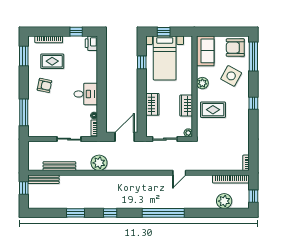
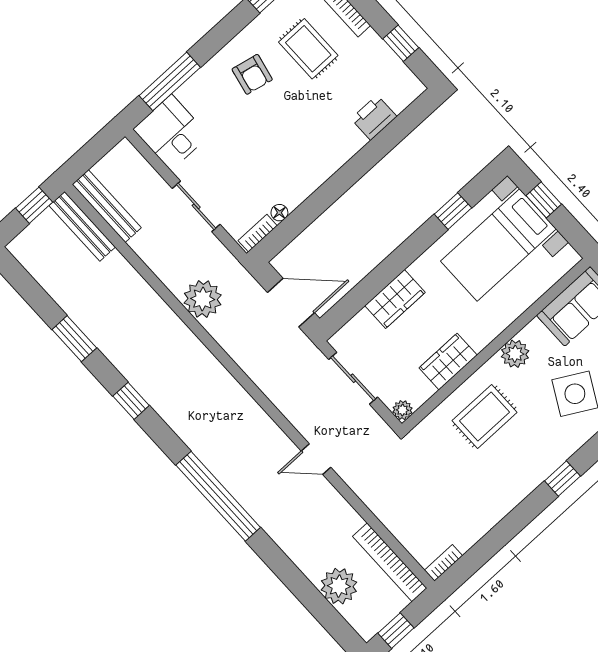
printer: (91, 43) -> (374, 118), moved
desk: (86, 94) -> (171, 132), moved, turned 180
rug: (213, 110) -> (485, 416), turned 90
bench: (59, 166) -> (107, 206), moved

